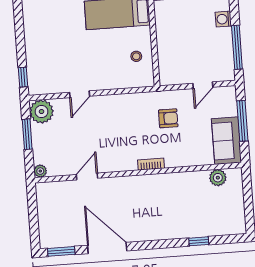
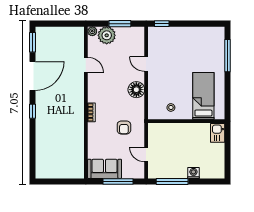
floor lamp: (115, 105) -> (136, 90), added
plant: (42, 112) -> (107, 35), moved
plant: (218, 178) -> (78, 160), removed
window: (199, 241) -> (32, 111), moved

